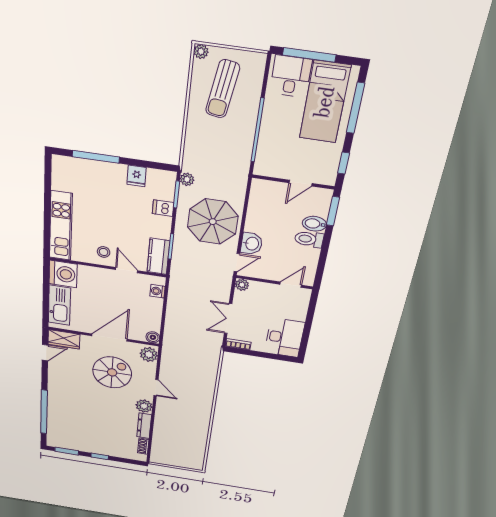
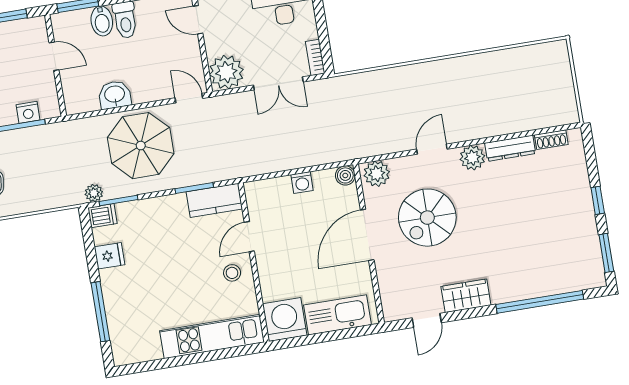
nightstand: (264, 151) -> (28, 112), added
dishwasher: (163, 208) -> (103, 216), moved, turned -90
washbasin: (252, 244) -> (115, 95), moved
plant: (242, 285) -> (226, 72), width x1.88, depth x1.88
washing machine: (157, 291) -> (302, 183), moved
door: (109, 337) -> (367, 235), hinge flipped
wardrobe: (64, 339) -> (466, 296), moved, turned -90
door: (45, 353) -> (427, 320), swing flipped
spiral stairs: (112, 372) -> (427, 218), turned -90

